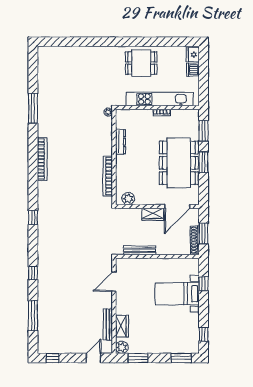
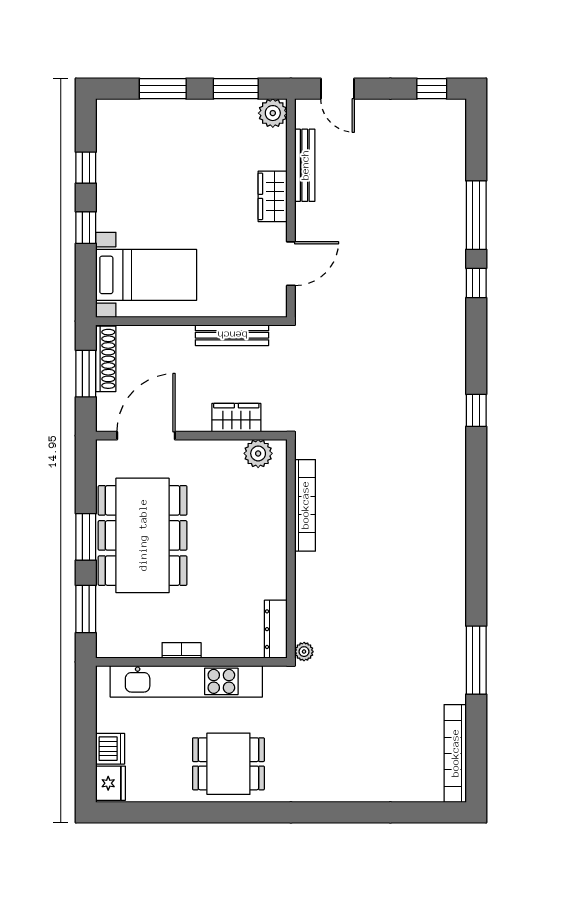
dresser: (120, 142) -> (276, 629), moved
bookcase: (42, 159) -> (455, 753), moved
wardrobe: (153, 214) -> (236, 418), moved
window: (204, 284) -> (86, 228), moved
bed with nightstands: (177, 294) -> (146, 275), moved
window: (33, 316) -> (476, 215), moved
wardrobe: (122, 326) -> (273, 196), moved
window: (204, 334) -> (86, 168), moved
door: (94, 358) -> (338, 89), hinge flipped
window: (181, 358) -> (163, 89), moved

